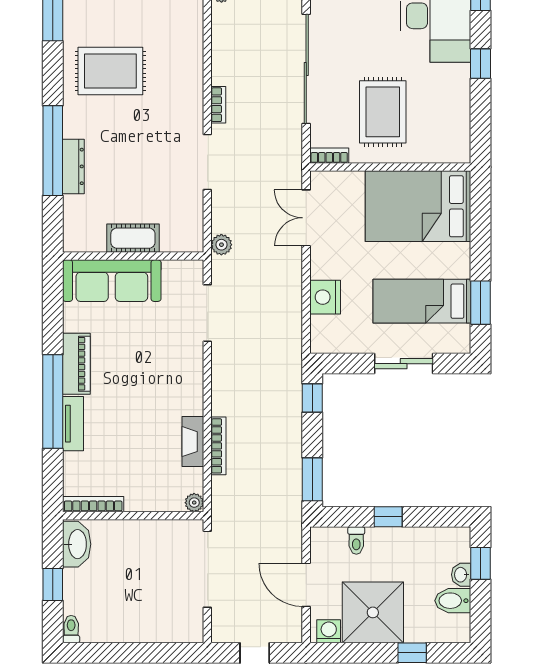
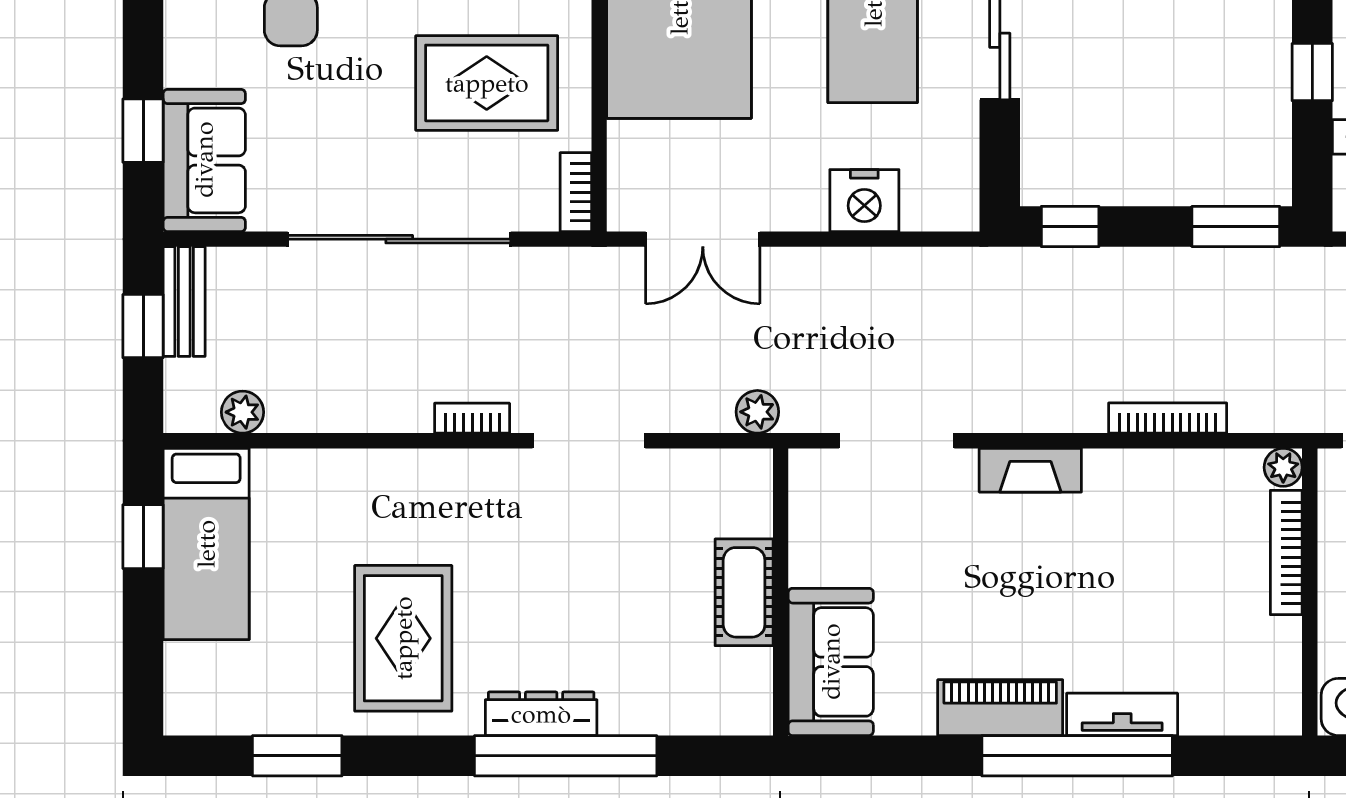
dresser: (73, 166) -> (541, 714), moved
sofa: (112, 281) -> (831, 662), width x0.73
fireplace: (193, 442) -> (1030, 470), moved
bookcase: (93, 504) -> (1286, 553), moved

